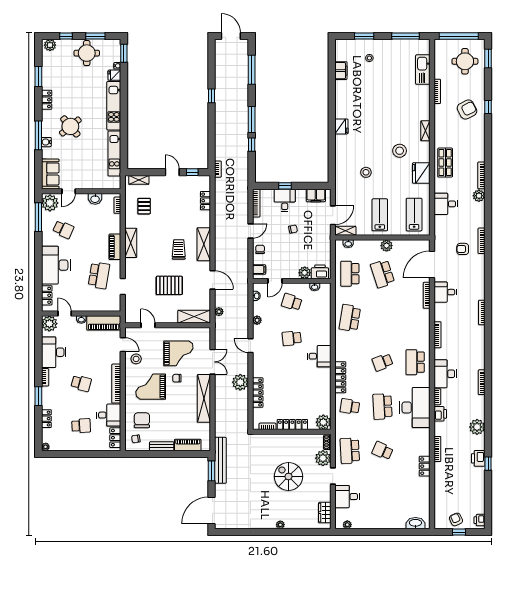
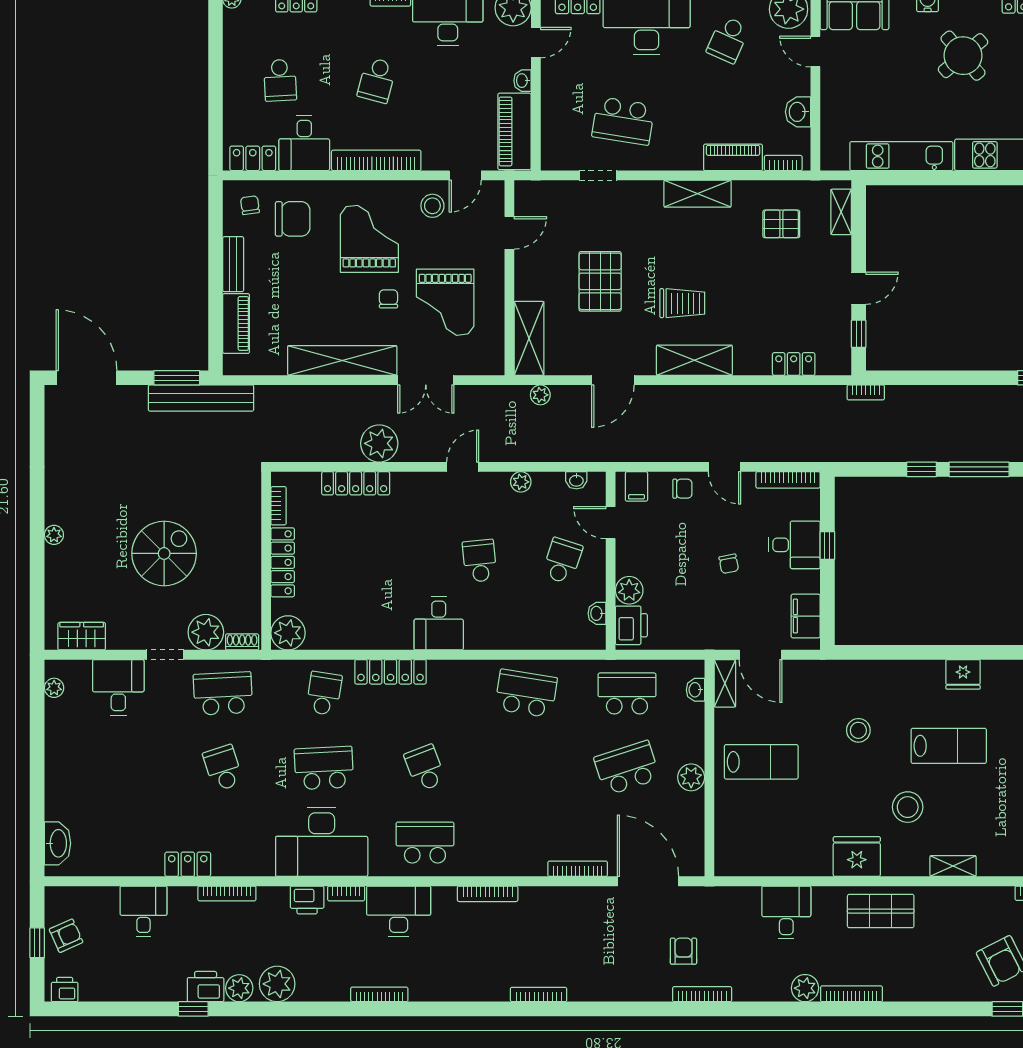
lab bench: (414, 215) -> (949, 746), moved
piano: (115, 247) -> (733, 157), moved
desk: (445, 292) -> (143, 911), moved
plant: (479, 444) -> (239, 988), added
school desk: (382, 451) -> (223, 768), turned -42

